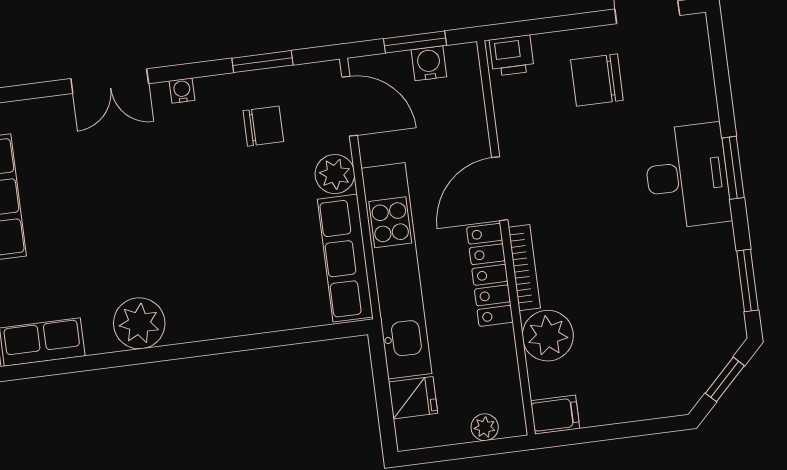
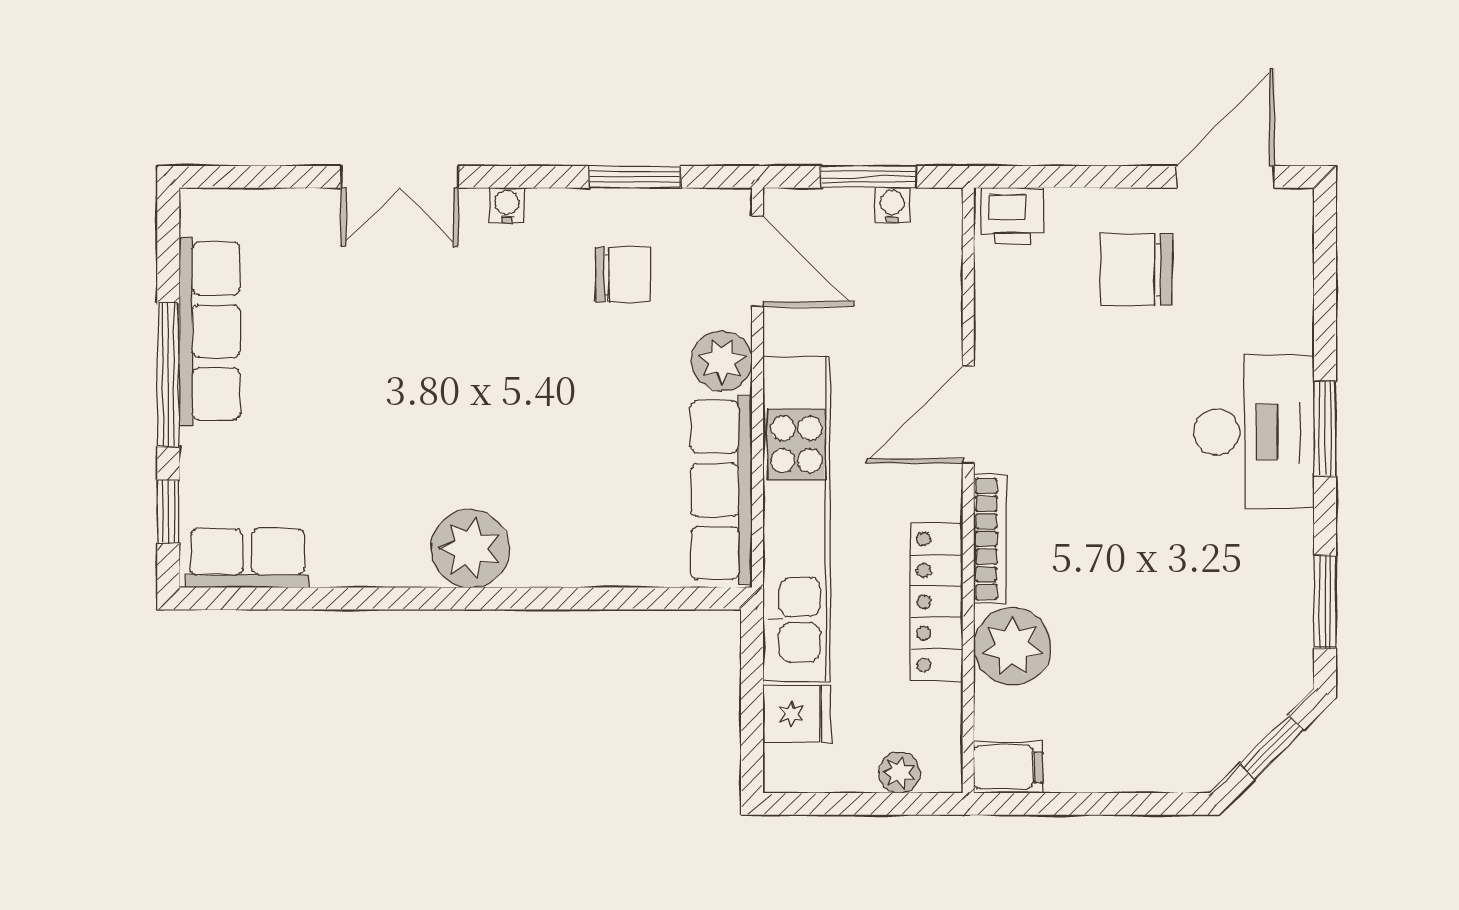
water cooler: (429, 63) -> (892, 205), width x0.72, depth x0.72
locker: (490, 275) -> (937, 602), moved
plant: (139, 323) -> (470, 549), moved

